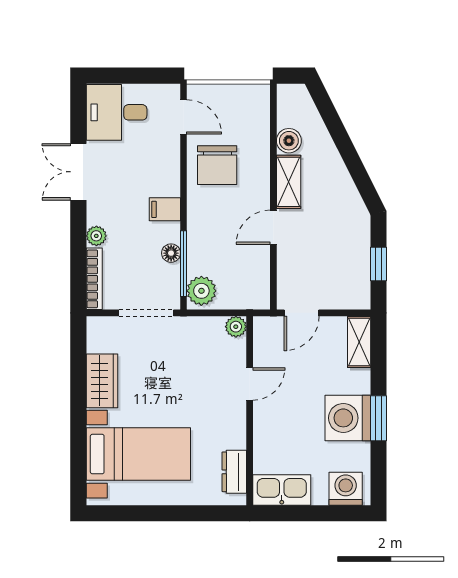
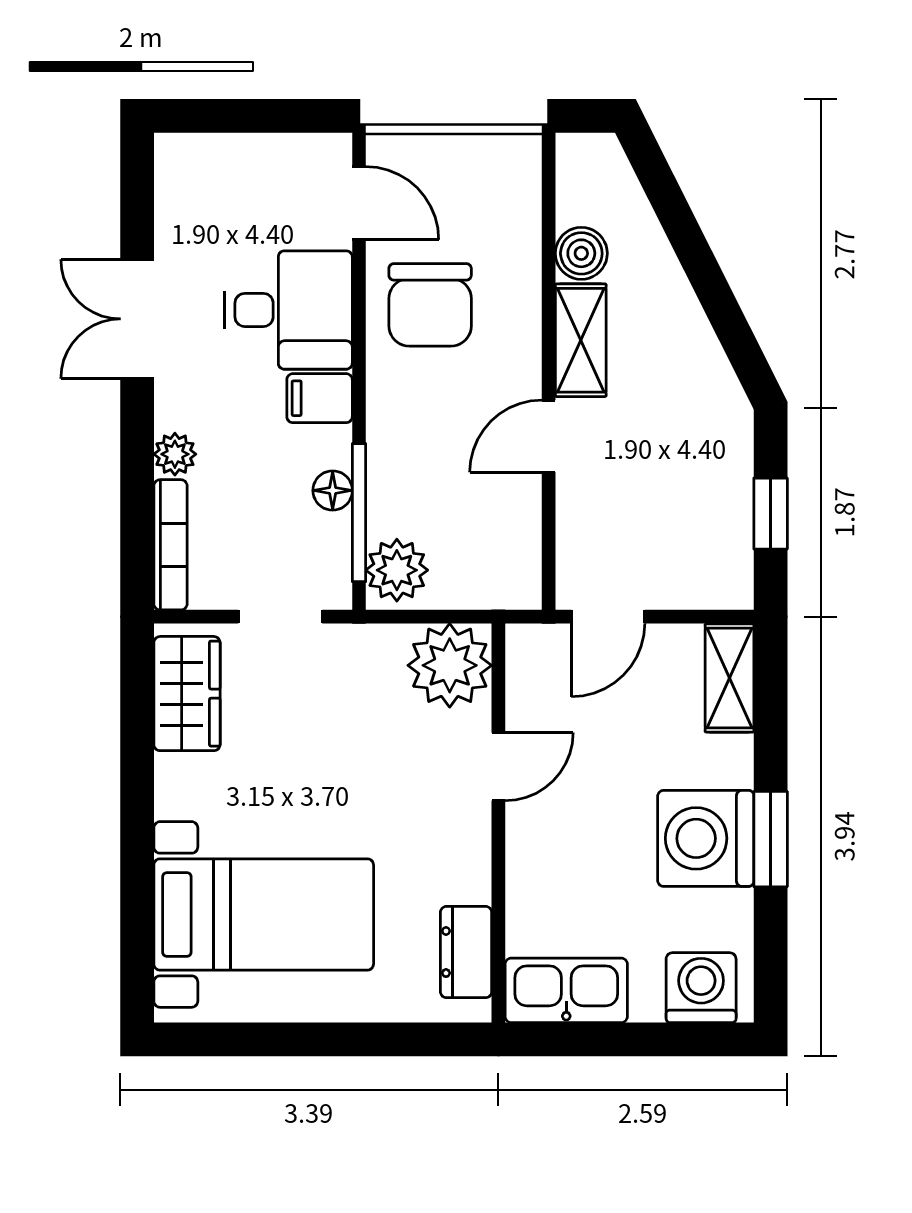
desk: (117, 112) -> (288, 310), moved, turned 180
doorway: (146, 313) -> (280, 617), width x0.73
plant: (236, 327) -> (450, 665), width x1.88, depth x1.88
wardrobe: (102, 381) -> (187, 694), moved

